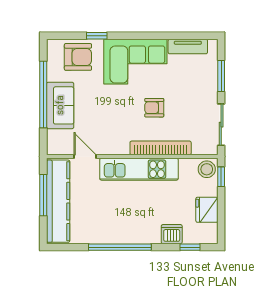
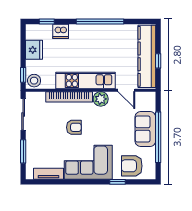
plant: (119, 145) -> (101, 99), added
window: (43, 195) -> (158, 61), width x0.46

